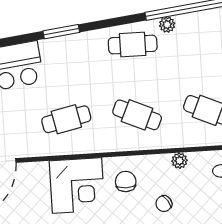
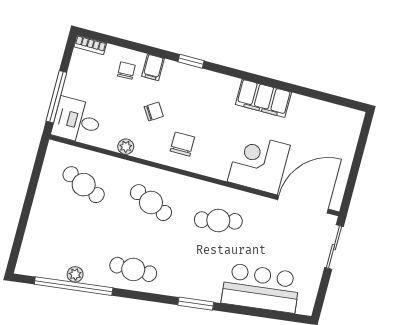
plant: (167, 25) -> (75, 274), moved
chair: (126, 181) -> (182, 144), turned 180
corner desk: (77, 185) -> (259, 163), moved

